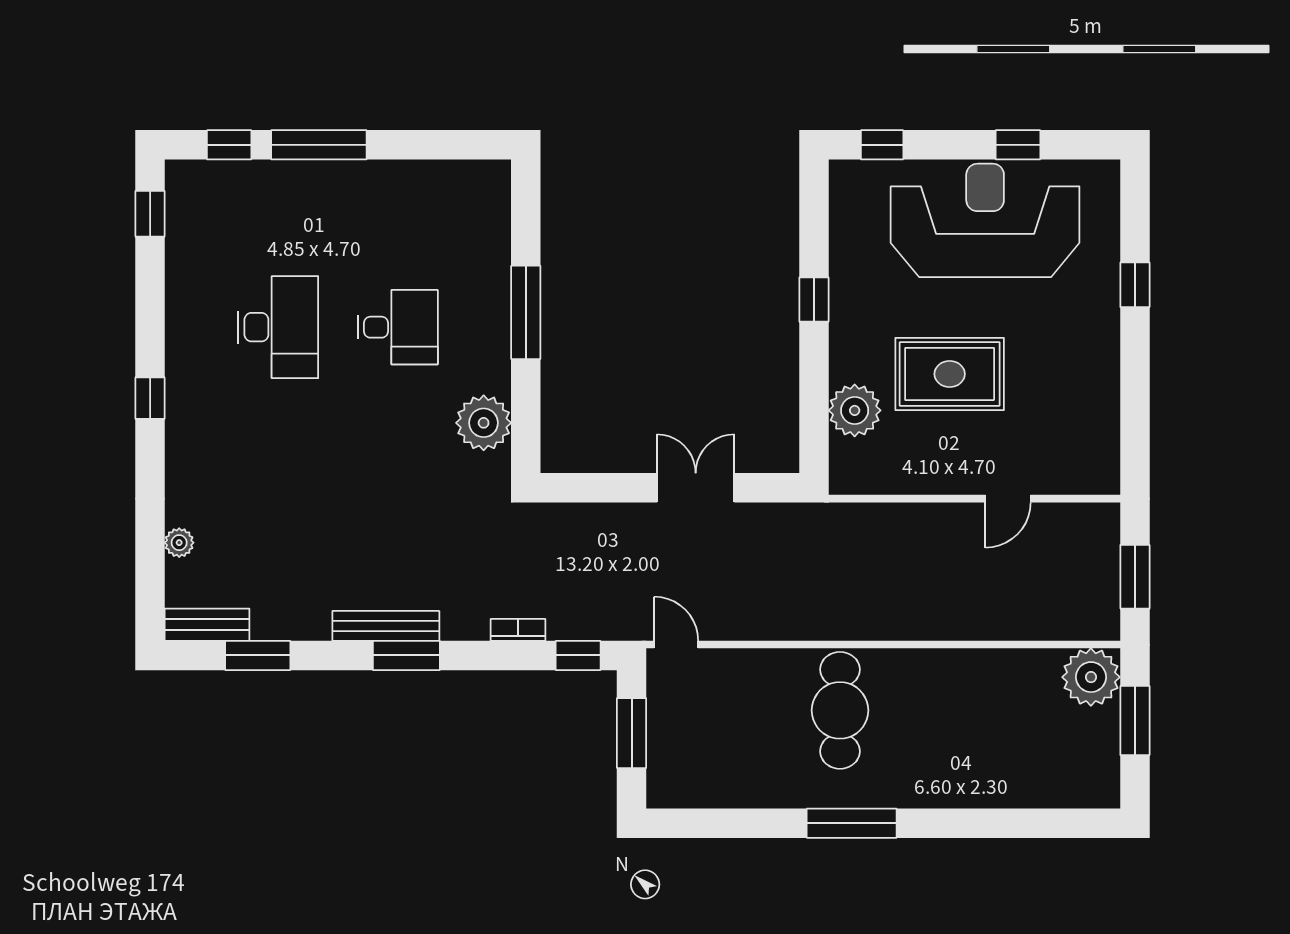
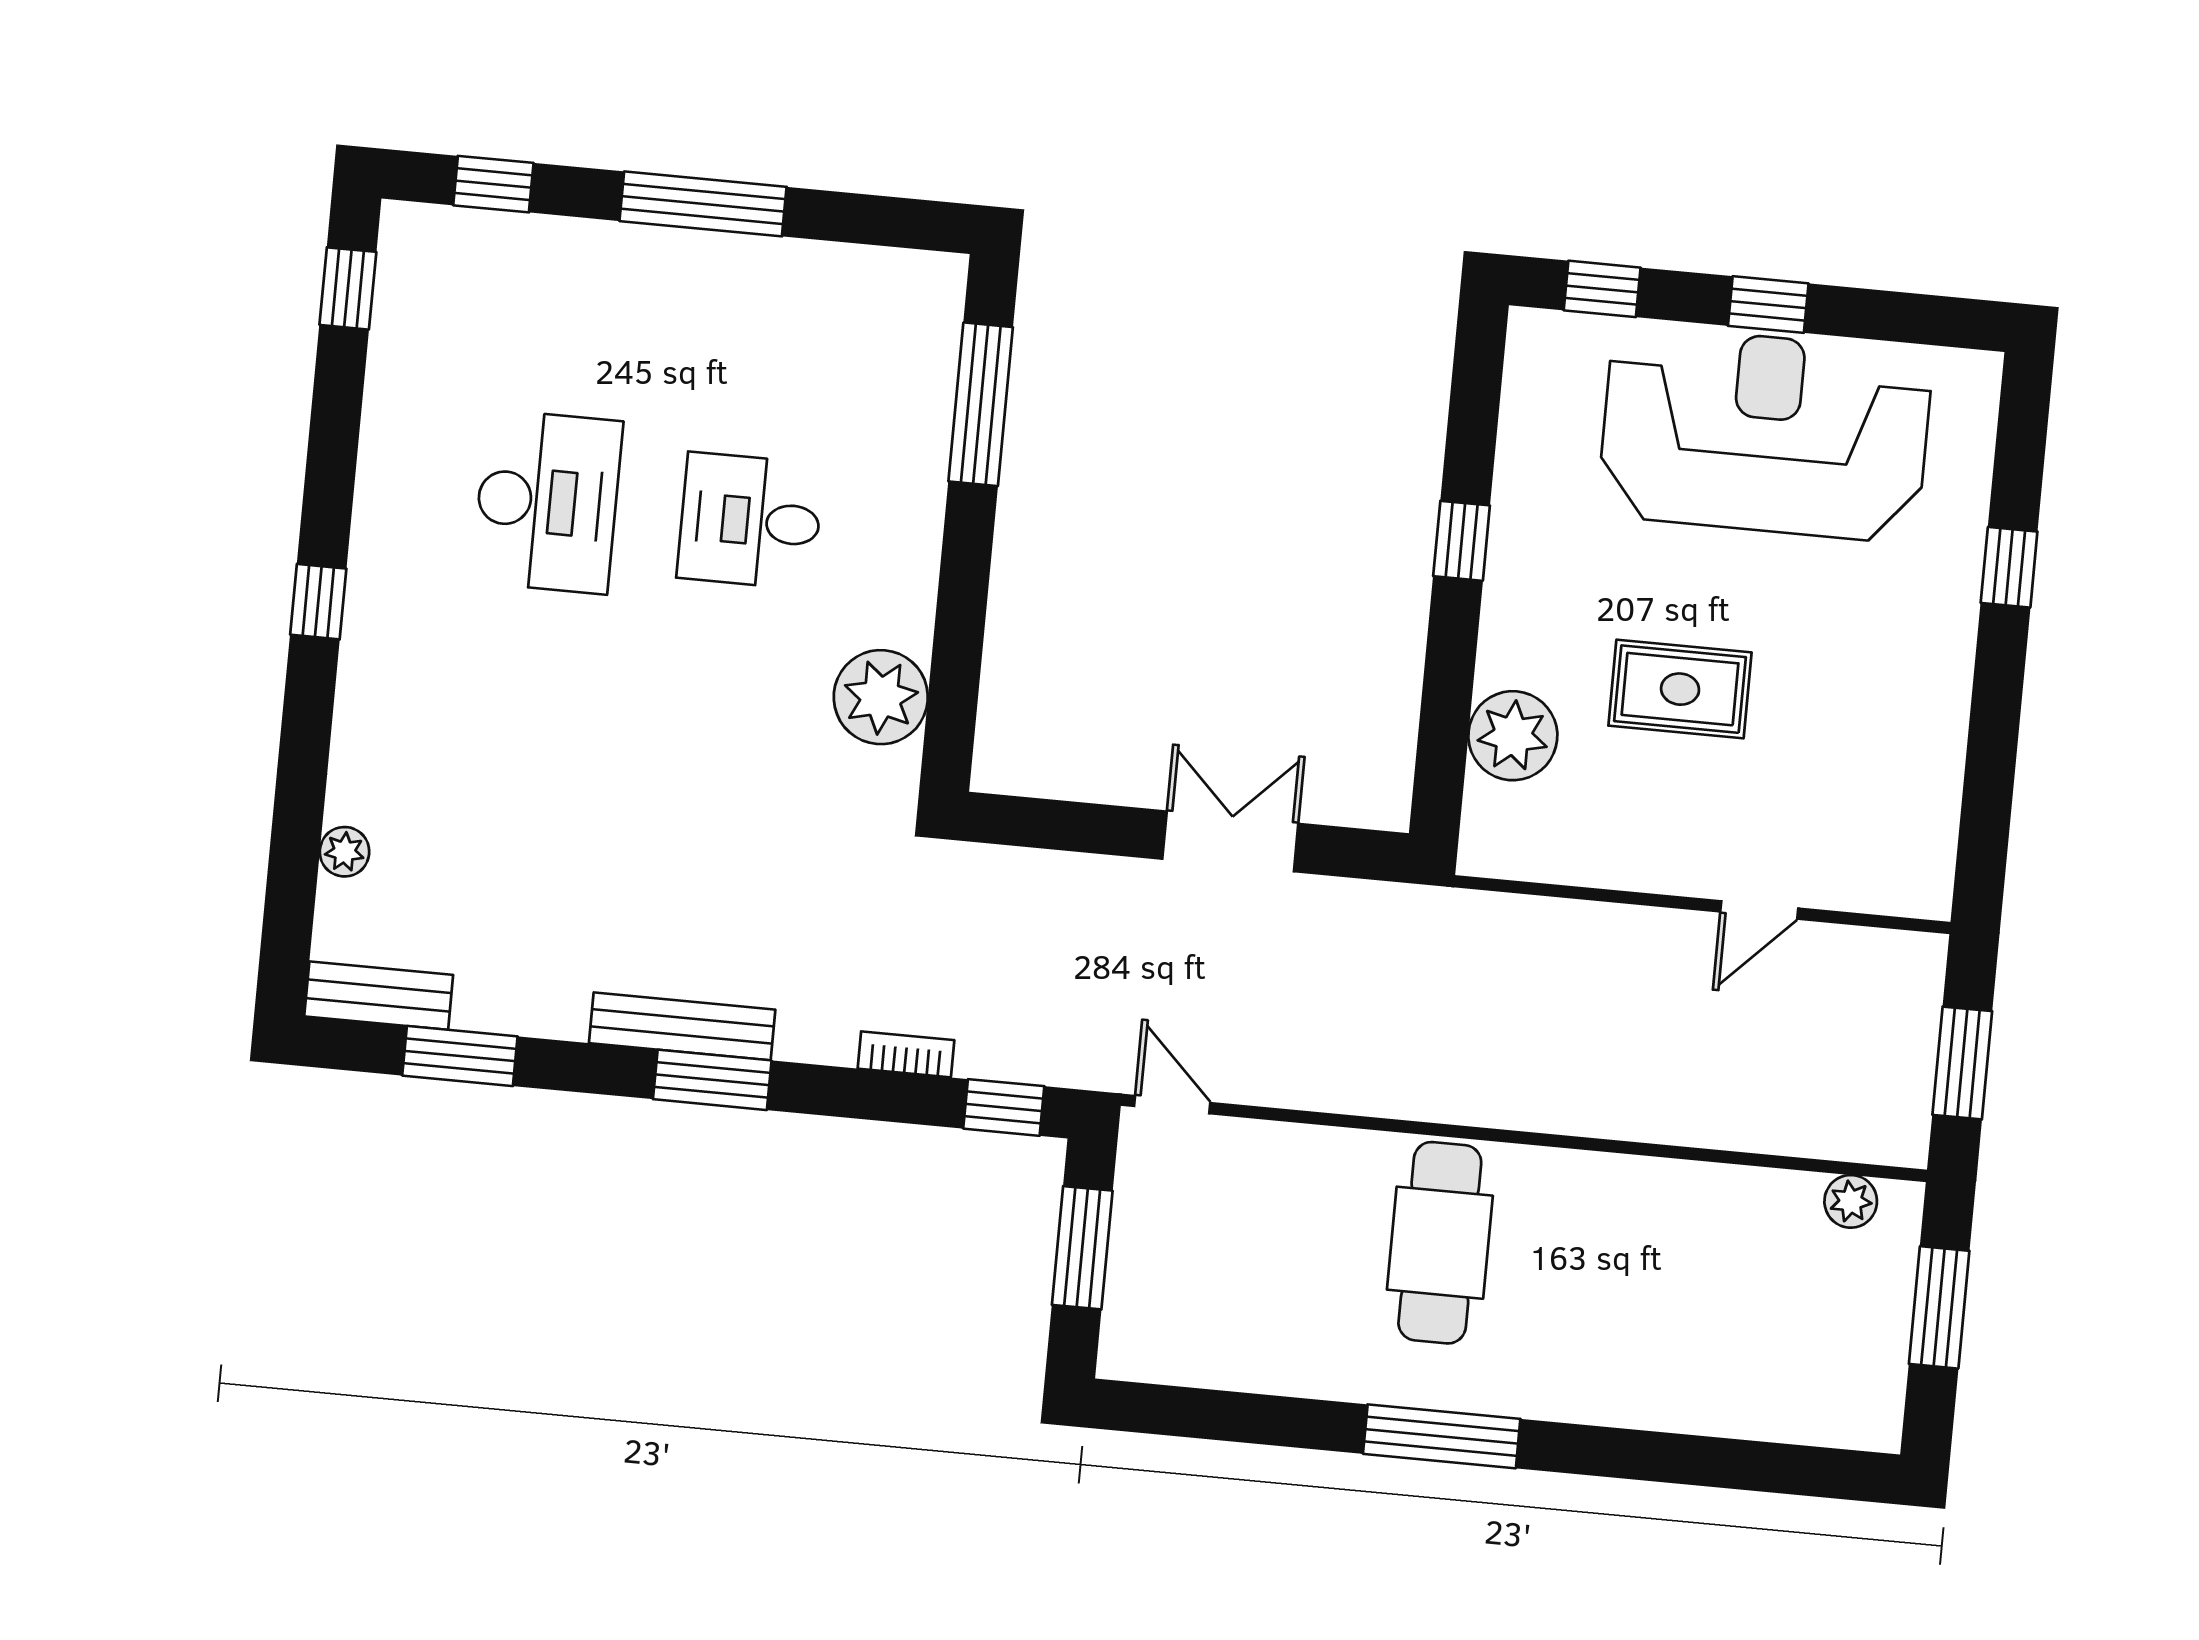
window: (319, 145) -> (703, 204), moved
window: (1018, 145) -> (1768, 305), moved
window: (526, 312) -> (981, 404), moved
desk: (398, 327) -> (750, 521), turned 180
rug: (950, 374) -> (1680, 689), width x0.73, depth x0.70
plant: (1091, 677) -> (1851, 1201), width x0.53, depth x0.53

